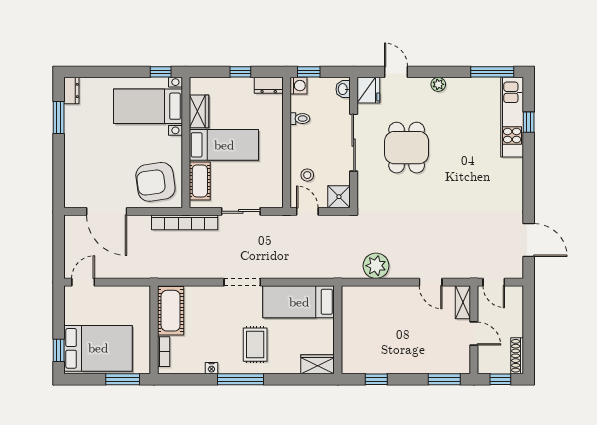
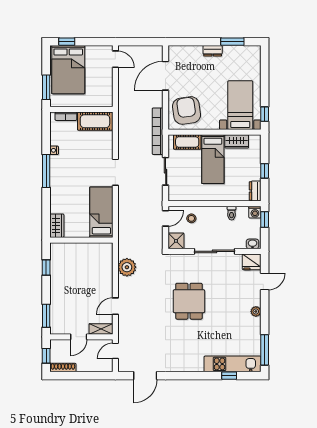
dresser: (71, 91) -> (213, 51), moved
dining table: (407, 148) -> (189, 301), moved, turned 90
rug: (255, 345) -> (71, 181), removed

